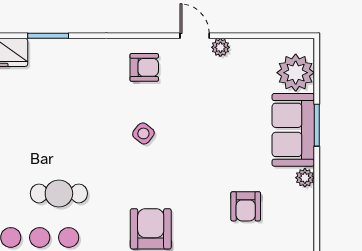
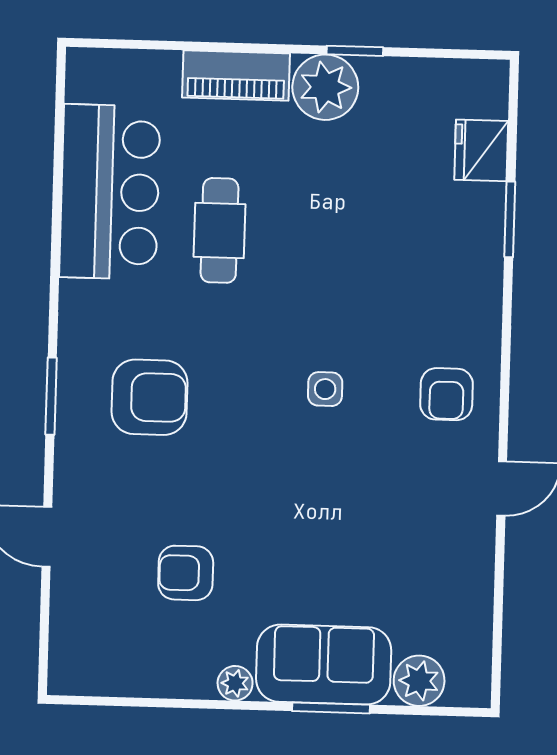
plant: (220, 47) -> (479, 535), removed
plant: (296, 73) -> (419, 681), width x0.73, depth x0.73
side table: (143, 133) -> (325, 389), turned -38

